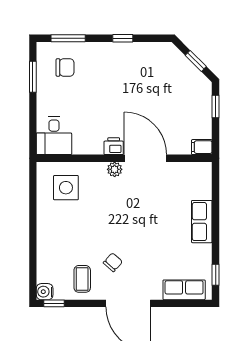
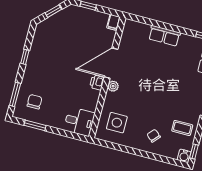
chair: (113, 262) -> (154, 136), moved

